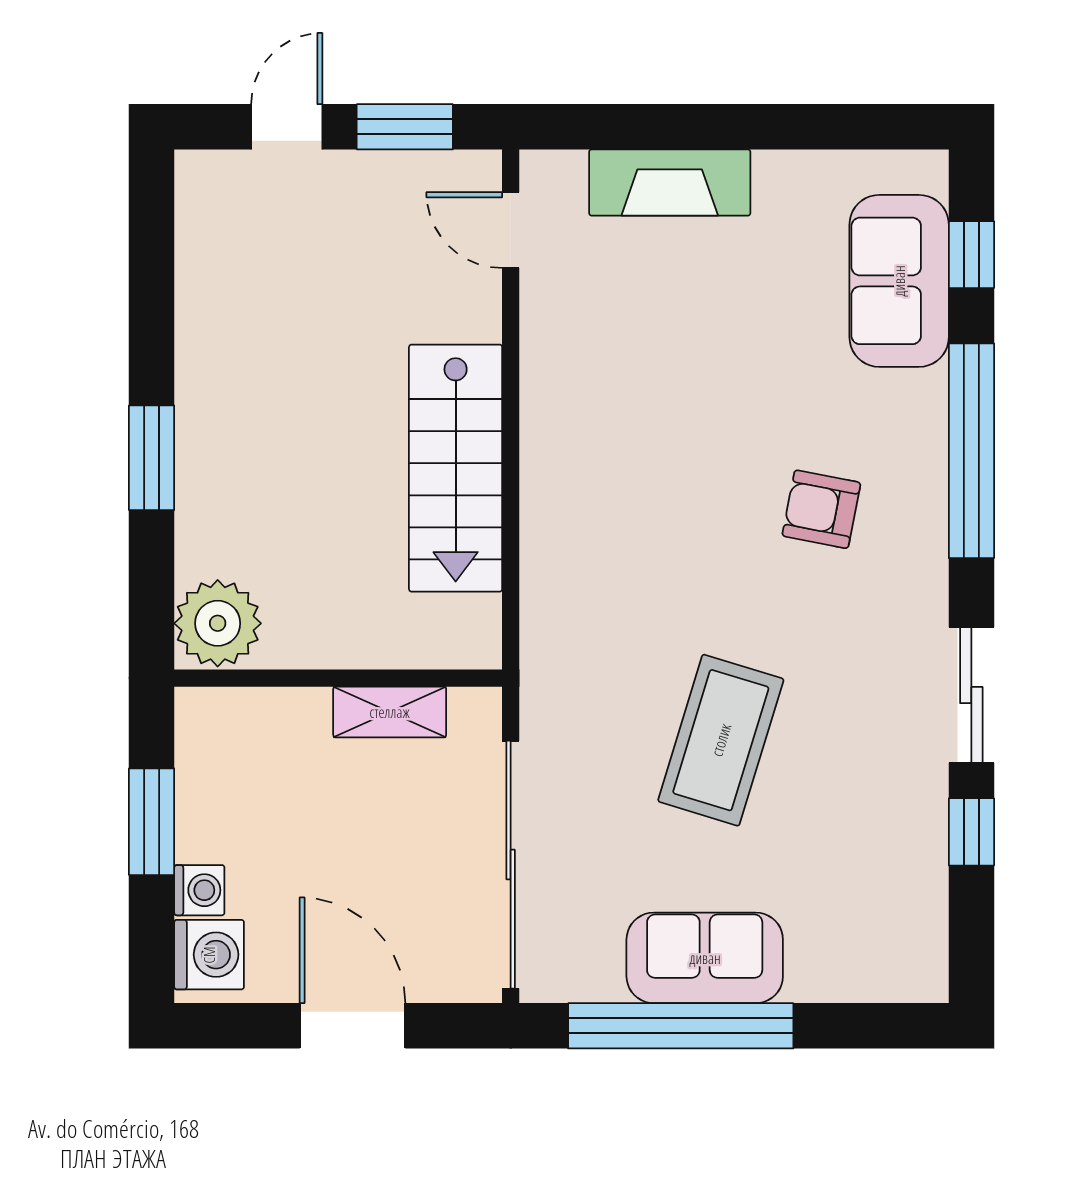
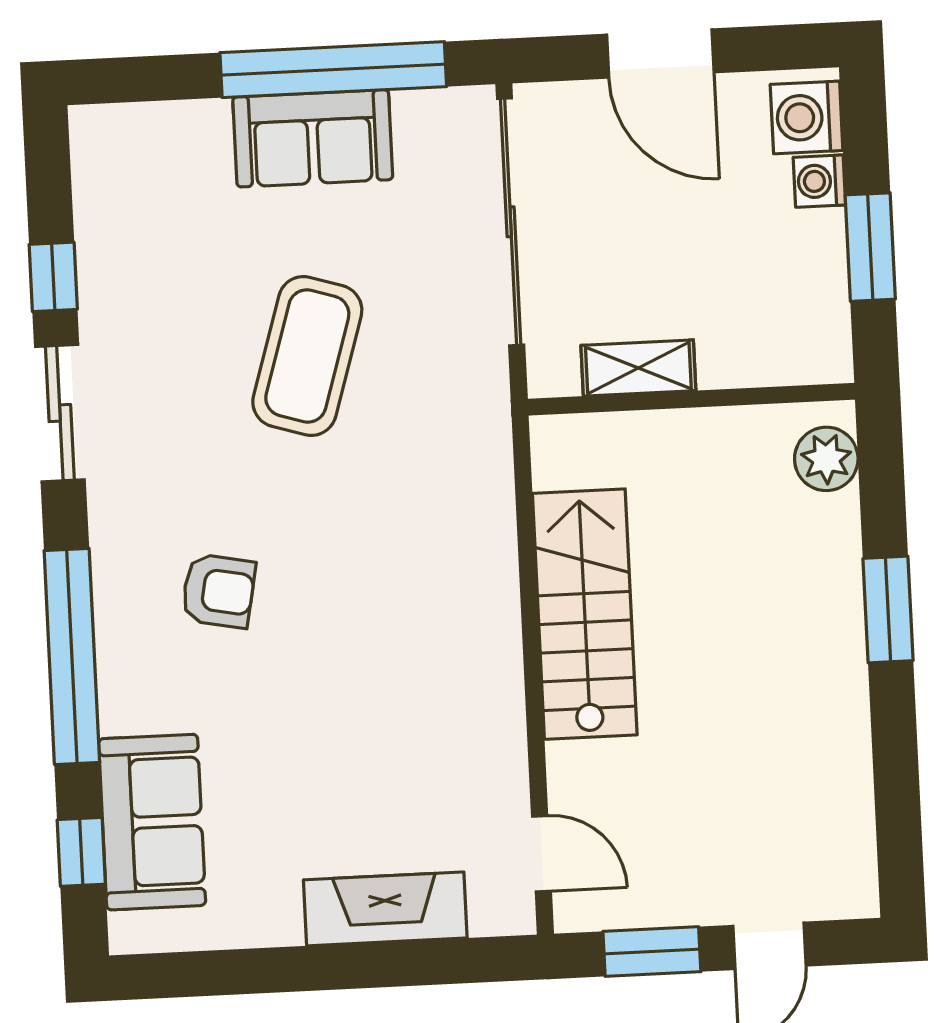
plant: (218, 623) -> (826, 459), width x0.73, depth x0.73

